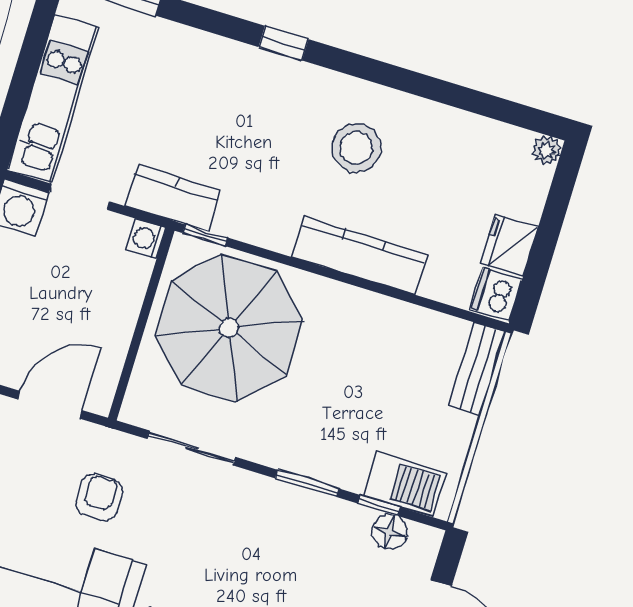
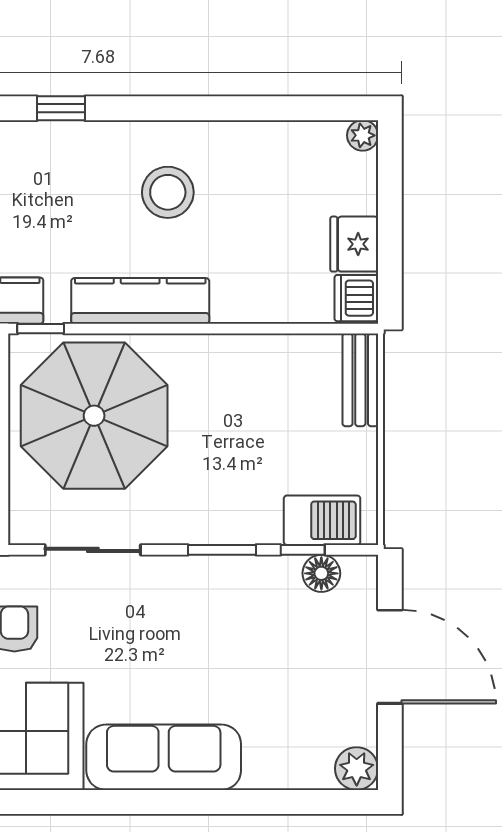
kitchen counter: (360, 255) -> (140, 301), moved

